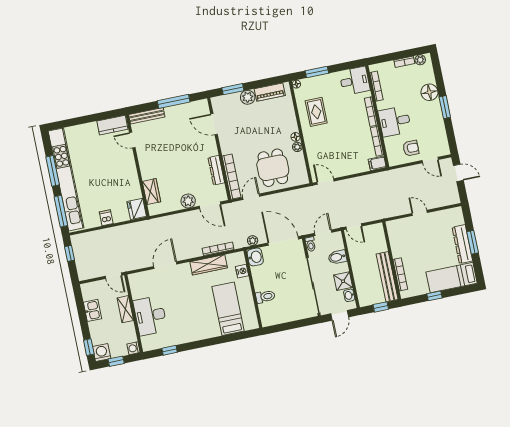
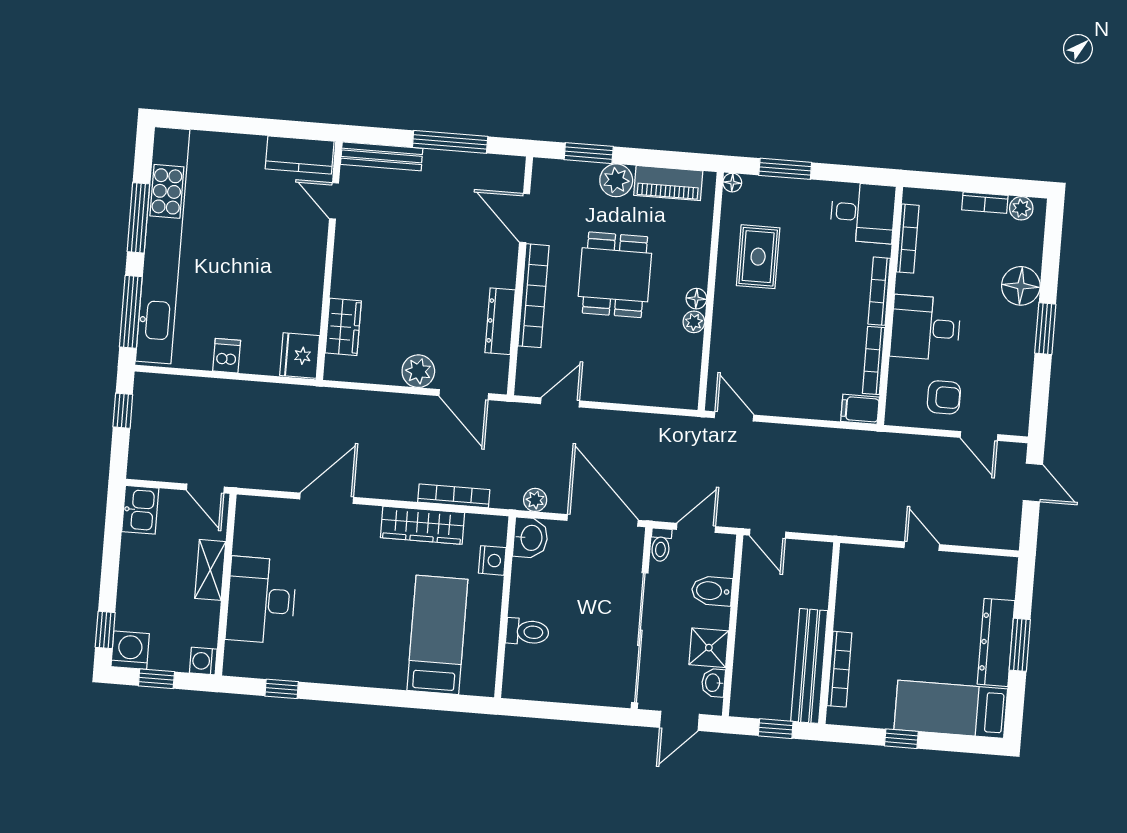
dining table: (273, 168) -> (615, 275), moved
bookcase: (231, 177) -> (533, 296), moved
kitchen sink: (92, 310) -> (140, 510), moved

